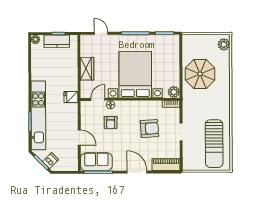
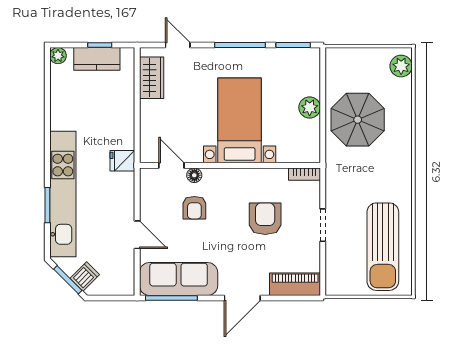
wardrobe: (87, 69) -> (152, 78), moved
bed with nightstands: (135, 75) -> (240, 120), width x0.73
plant: (174, 92) -> (310, 107), moved
door: (98, 99) -> (171, 165), hinge flipped
armchair: (149, 129) -> (265, 219), turned -86
sofa: (96, 162) -> (179, 279), width x1.36
door: (137, 172) -> (242, 298), swing flipped

